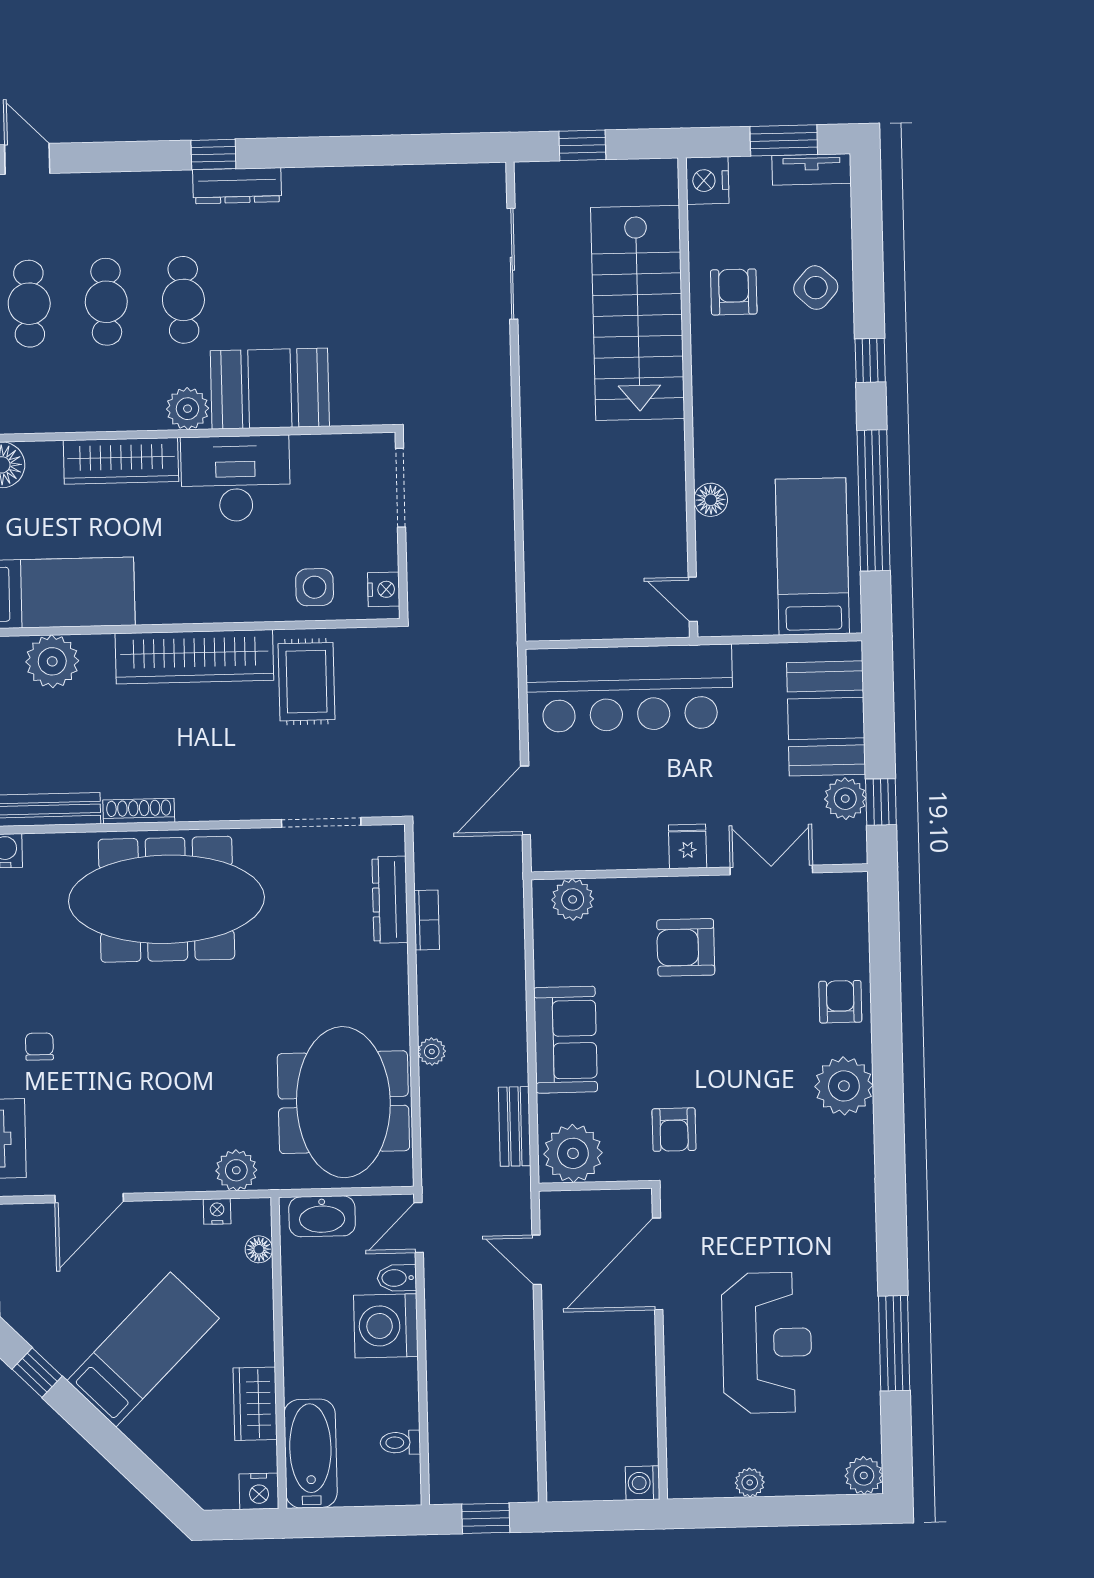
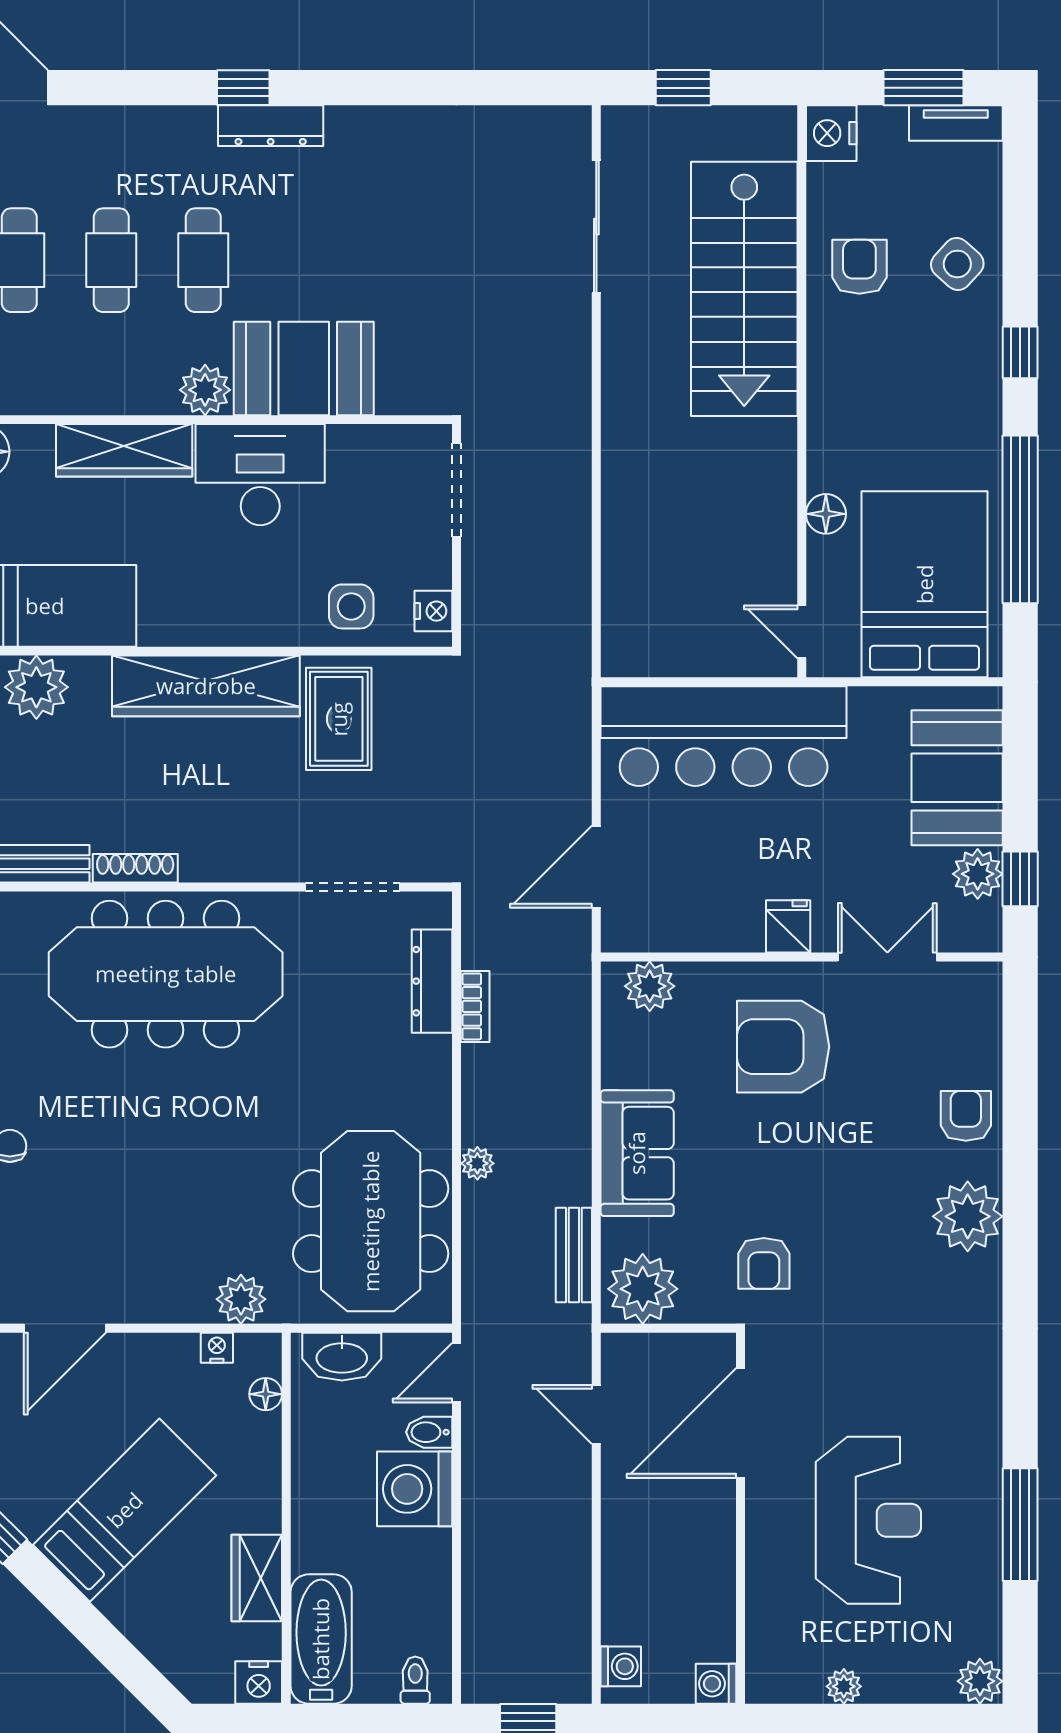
bed: (812, 556) -> (925, 584), width x1.50
armchair: (686, 947) -> (783, 1047), width x1.36, depth x1.36
toilet: (400, 1443) -> (415, 1680), moved, turned 90
washing machine: (562, 1470) -> (621, 1666), added

